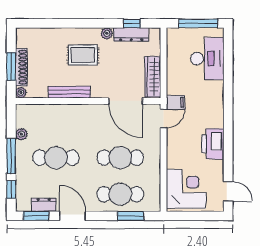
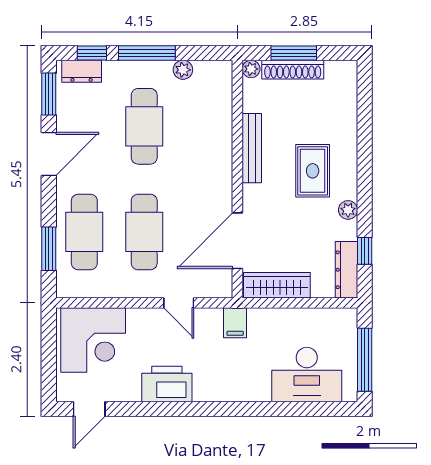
dresser: (131, 34) -> (346, 270), moved
door: (164, 118) -> (179, 303), moved
dresser: (44, 205) -> (82, 71), moved, turned 90

